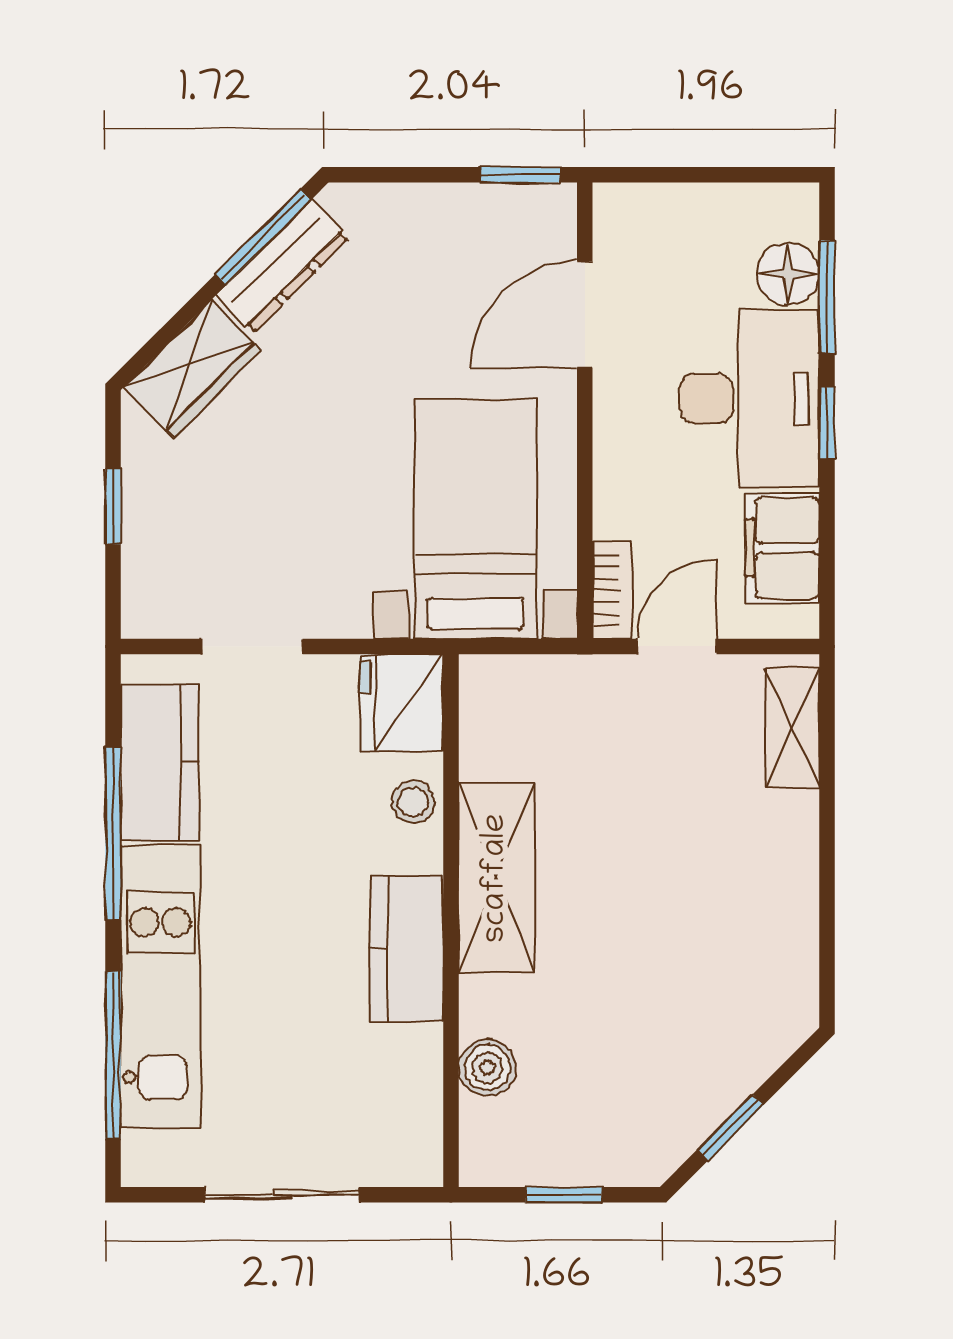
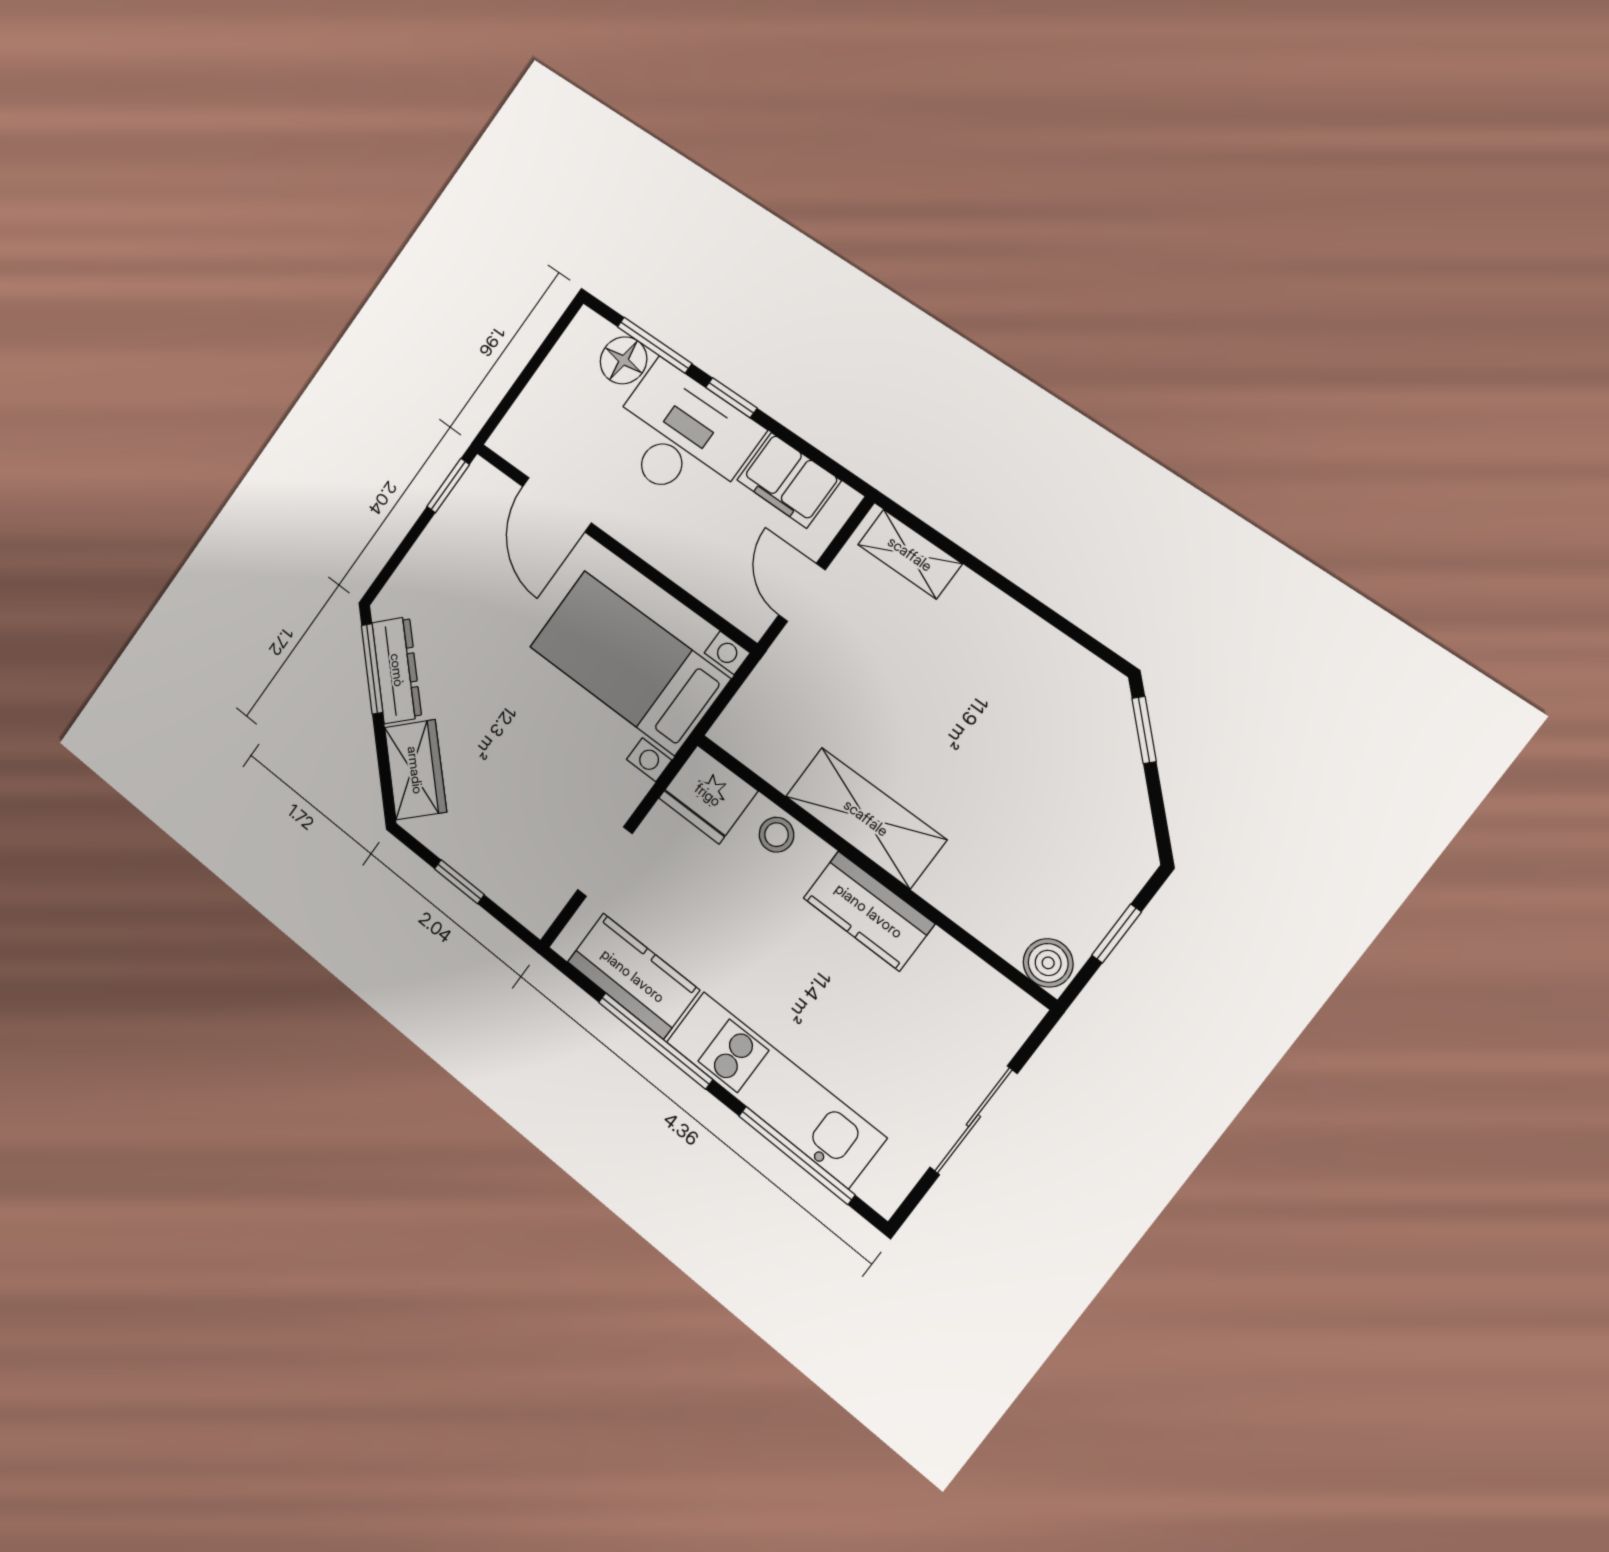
bookcase: (612, 590) -> (736, 609), removed
boiler: (487, 1068) -> (1048, 963), moved
window: (730, 1128) -> (1144, 730), moved

